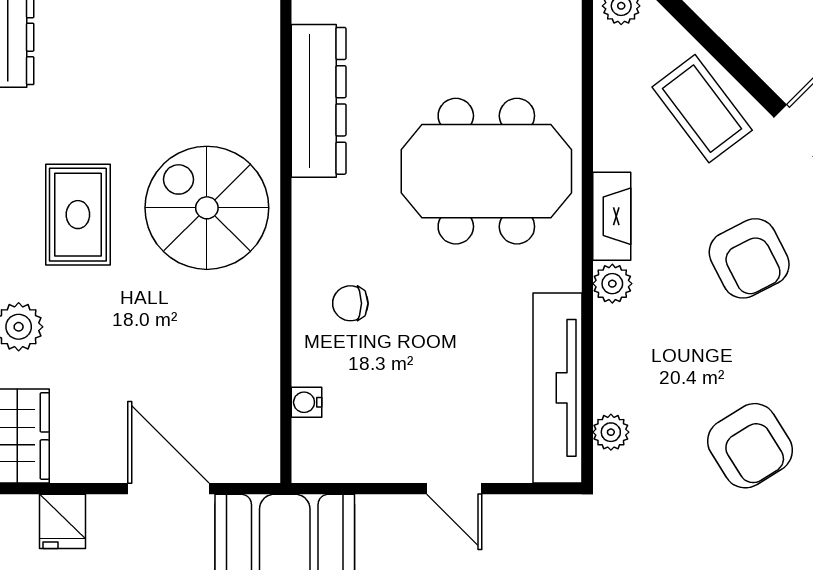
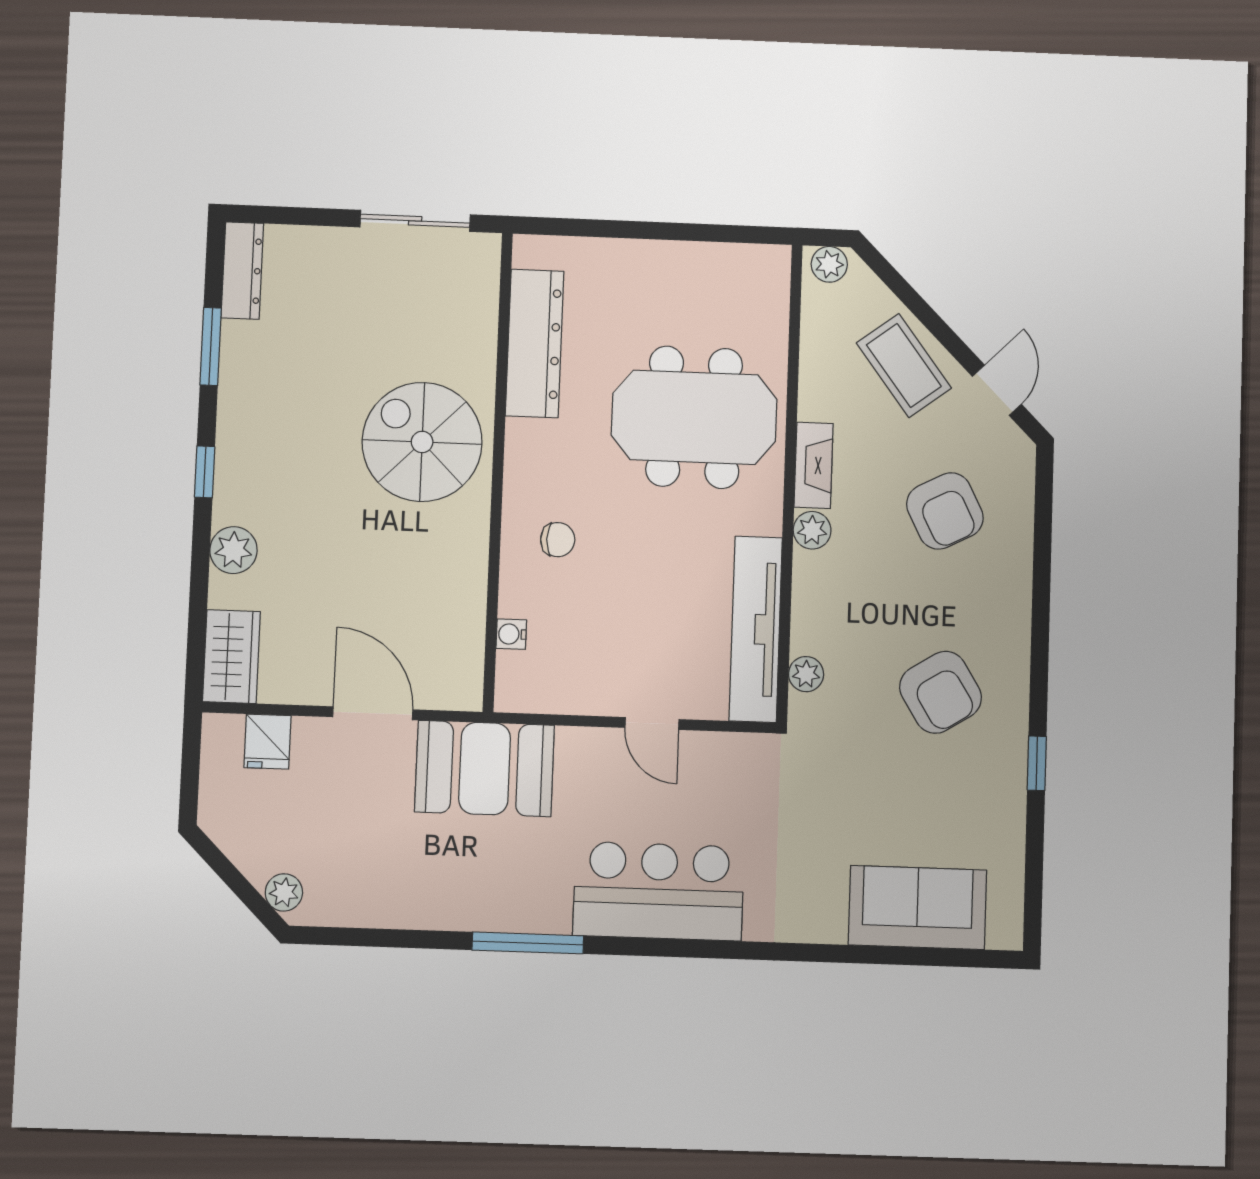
rug: (78, 215) -> (296, 444), removed
chair: (350, 303) -> (558, 540), turned 180

